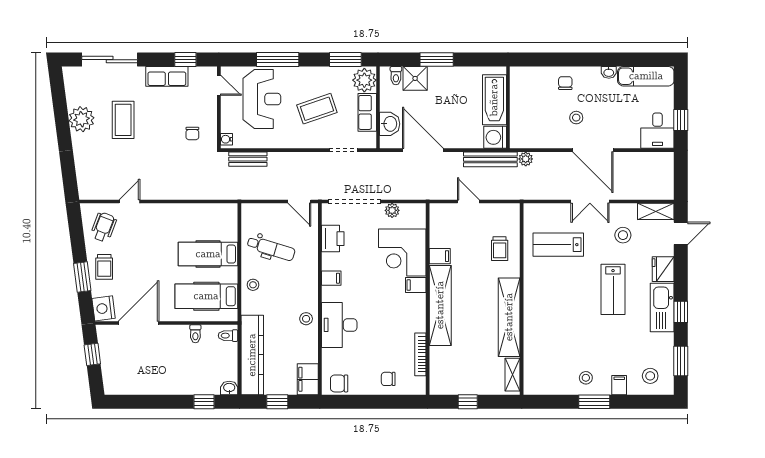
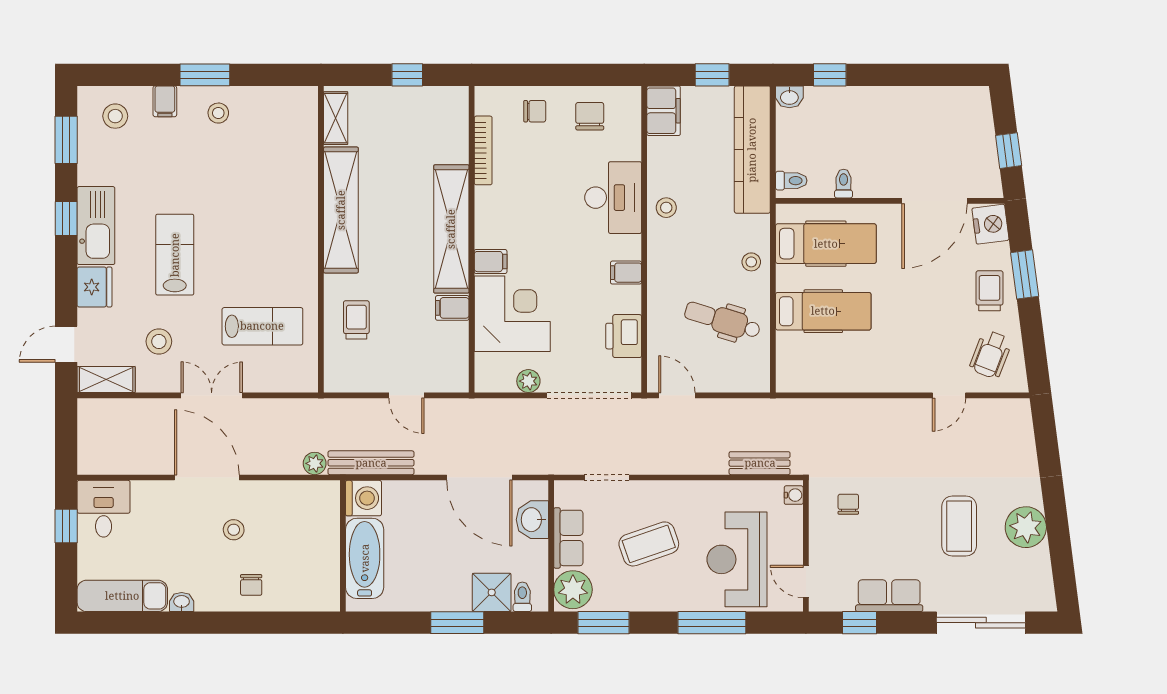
chair: (339, 383) -> (590, 116), moved, turned -90

